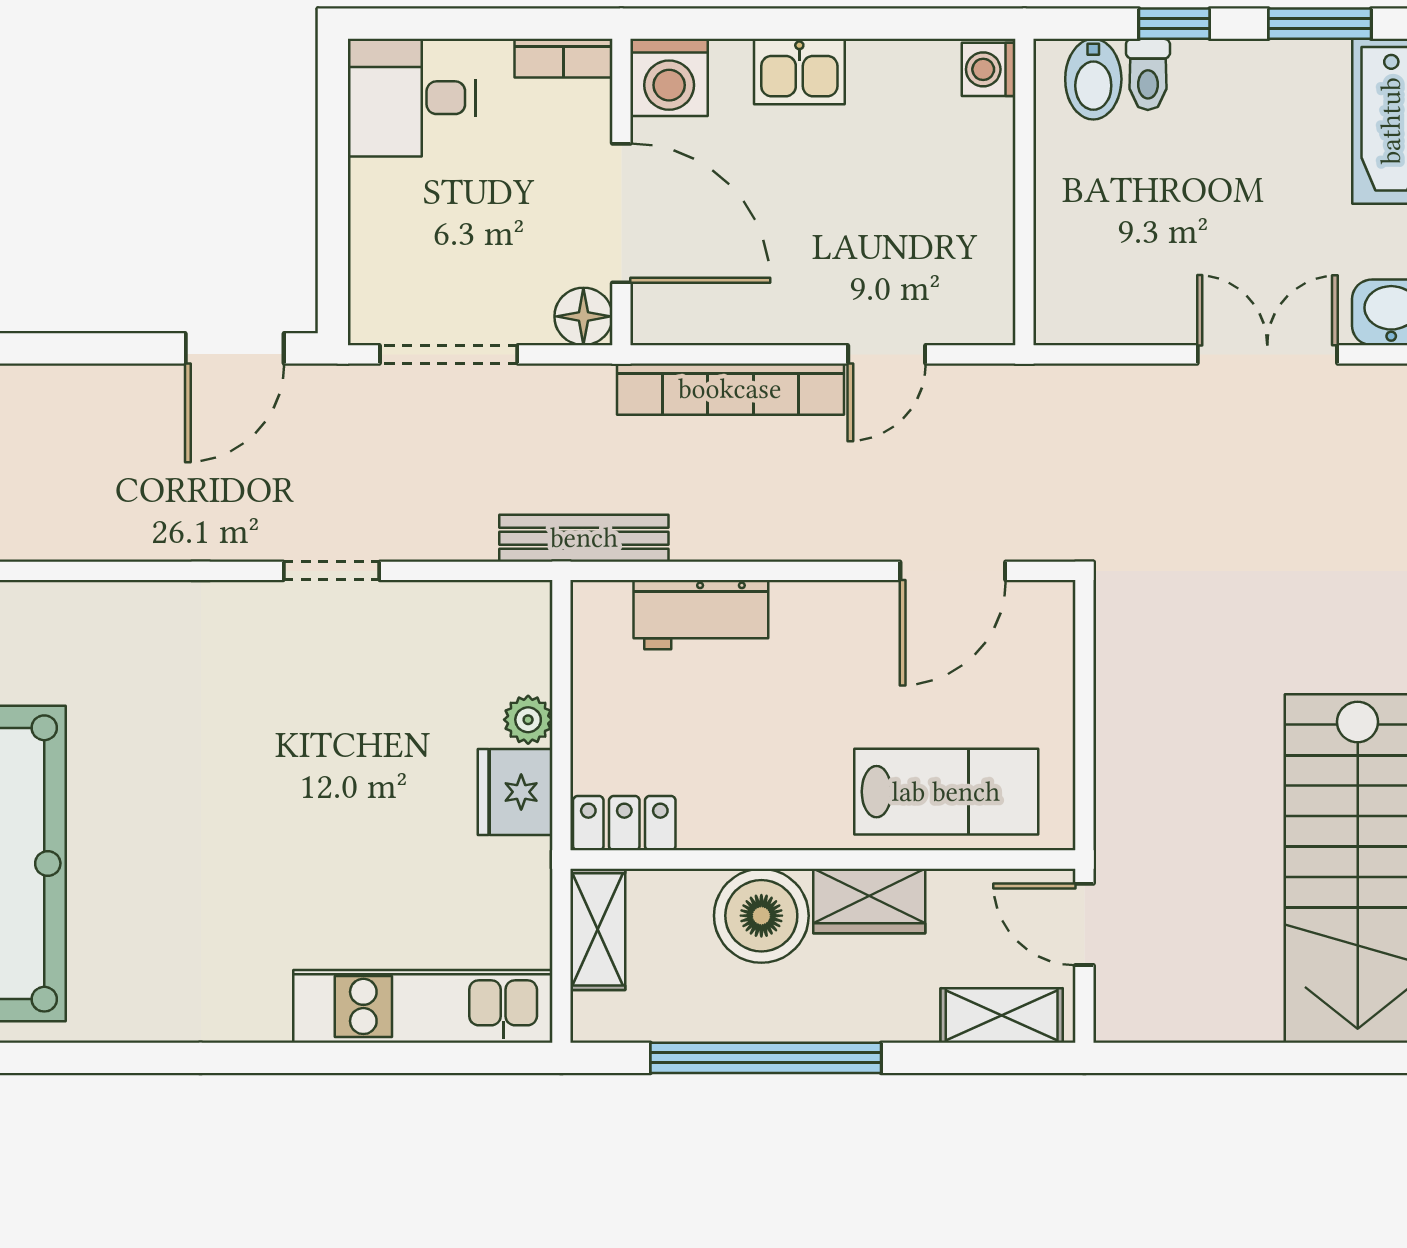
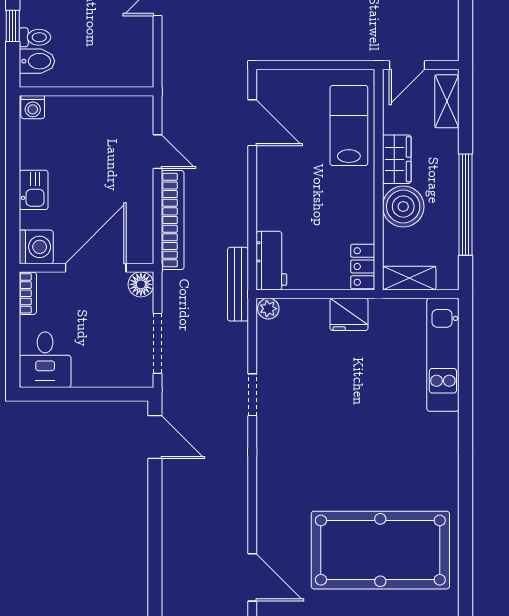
workbench: (701, 615) -> (271, 261), moved
plant: (528, 720) -> (268, 309), moved

